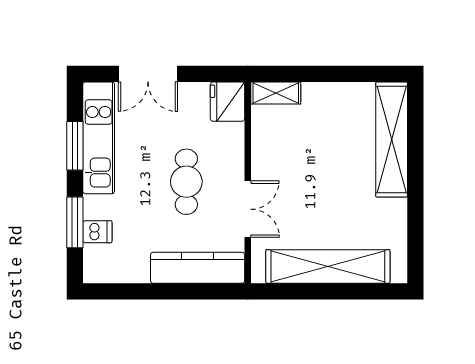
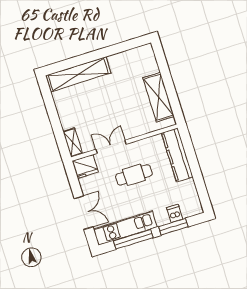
window: (75, 146) -> (133, 239), width x1.44
double door: (248, 209) -> (111, 147), moved
shelving: (328, 267) -> (158, 97), width x0.68

